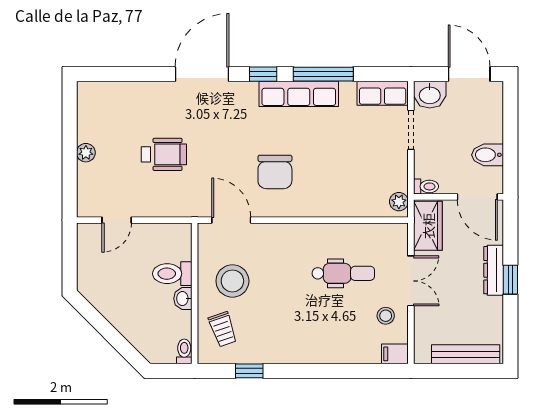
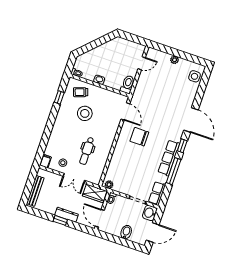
side table: (106, 98) -> (194, 76), added
wheelchair: (164, 154) -> (163, 92), removed
bidet: (488, 155) -> (126, 232), moved
door: (477, 197) -> (100, 218), hinge flipped
door: (117, 220) -> (142, 63), swing flipped
door: (231, 220) -> (125, 111), hinge flipped
toilet: (172, 274) -> (128, 84), moved
stool: (232, 281) -> (85, 113), moved

